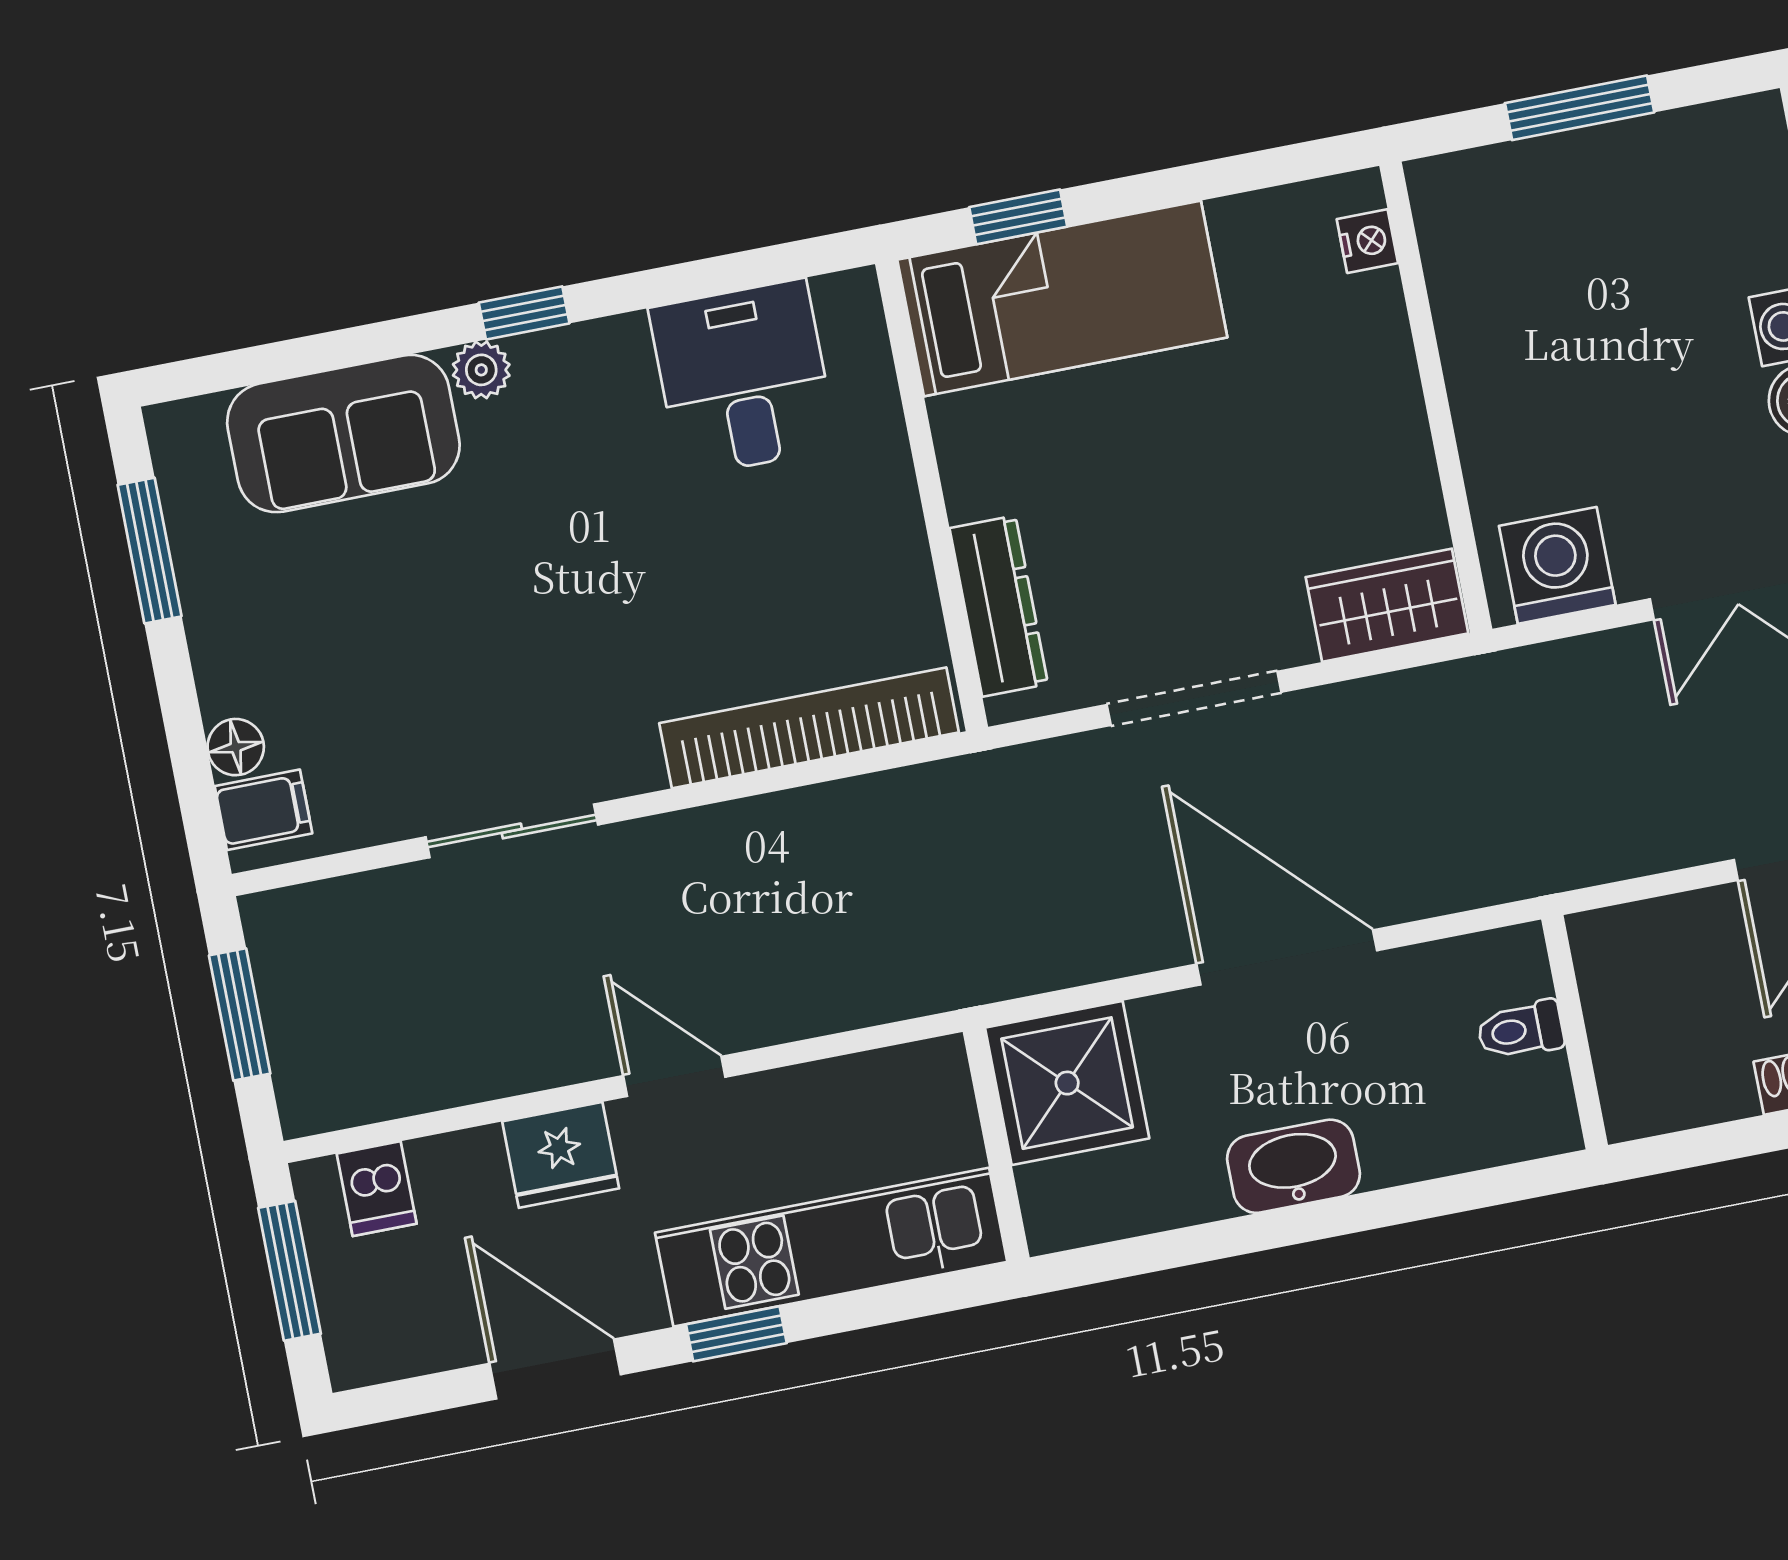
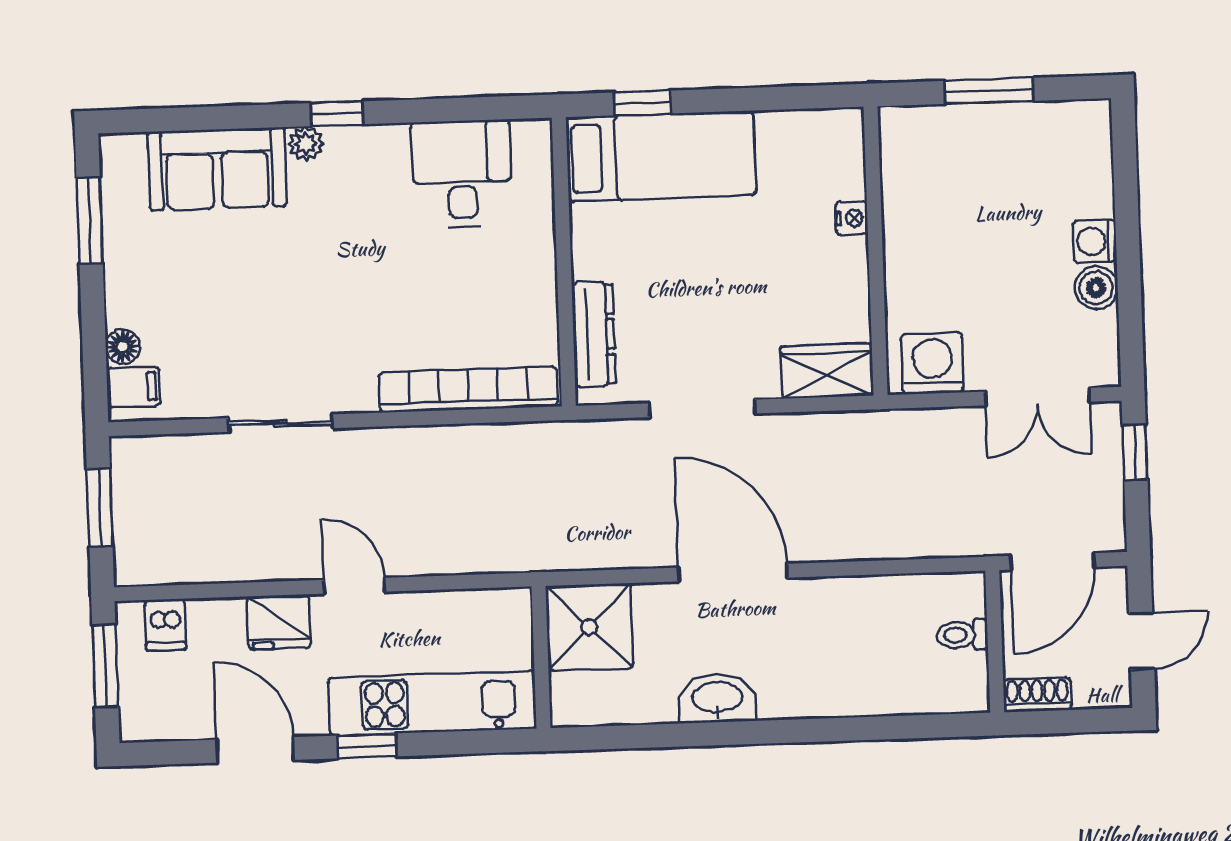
nightstand: (1367, 241) -> (852, 218), moved
toilet: (1520, 1030) -> (962, 635), moved
wall: (1575, 1032) -> (995, 641), moved

